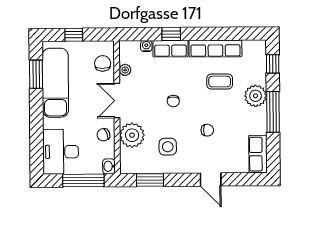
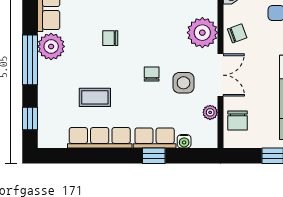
plant: (256, 96) -> (51, 46), moved
side table: (168, 147) -> (184, 83), moved

